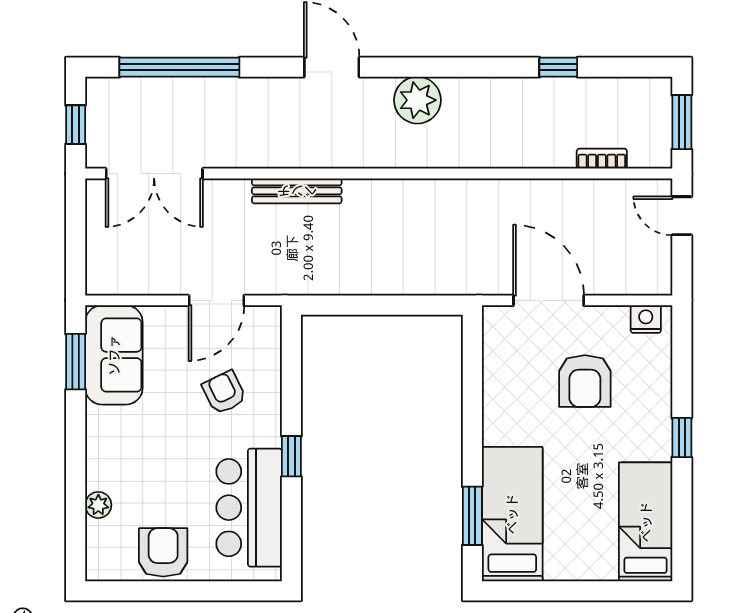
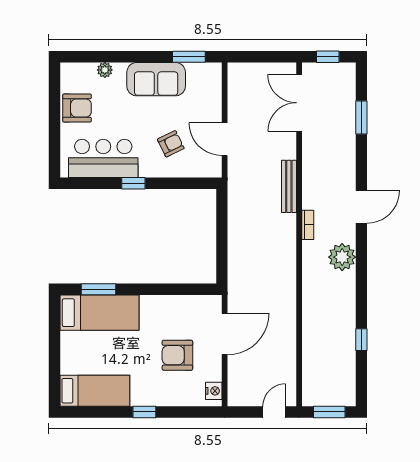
window: (179, 67) -> (361, 118), width x0.47
bookcase: (602, 159) -> (308, 225), moved
sofa: (114, 355) -> (156, 79), moved

